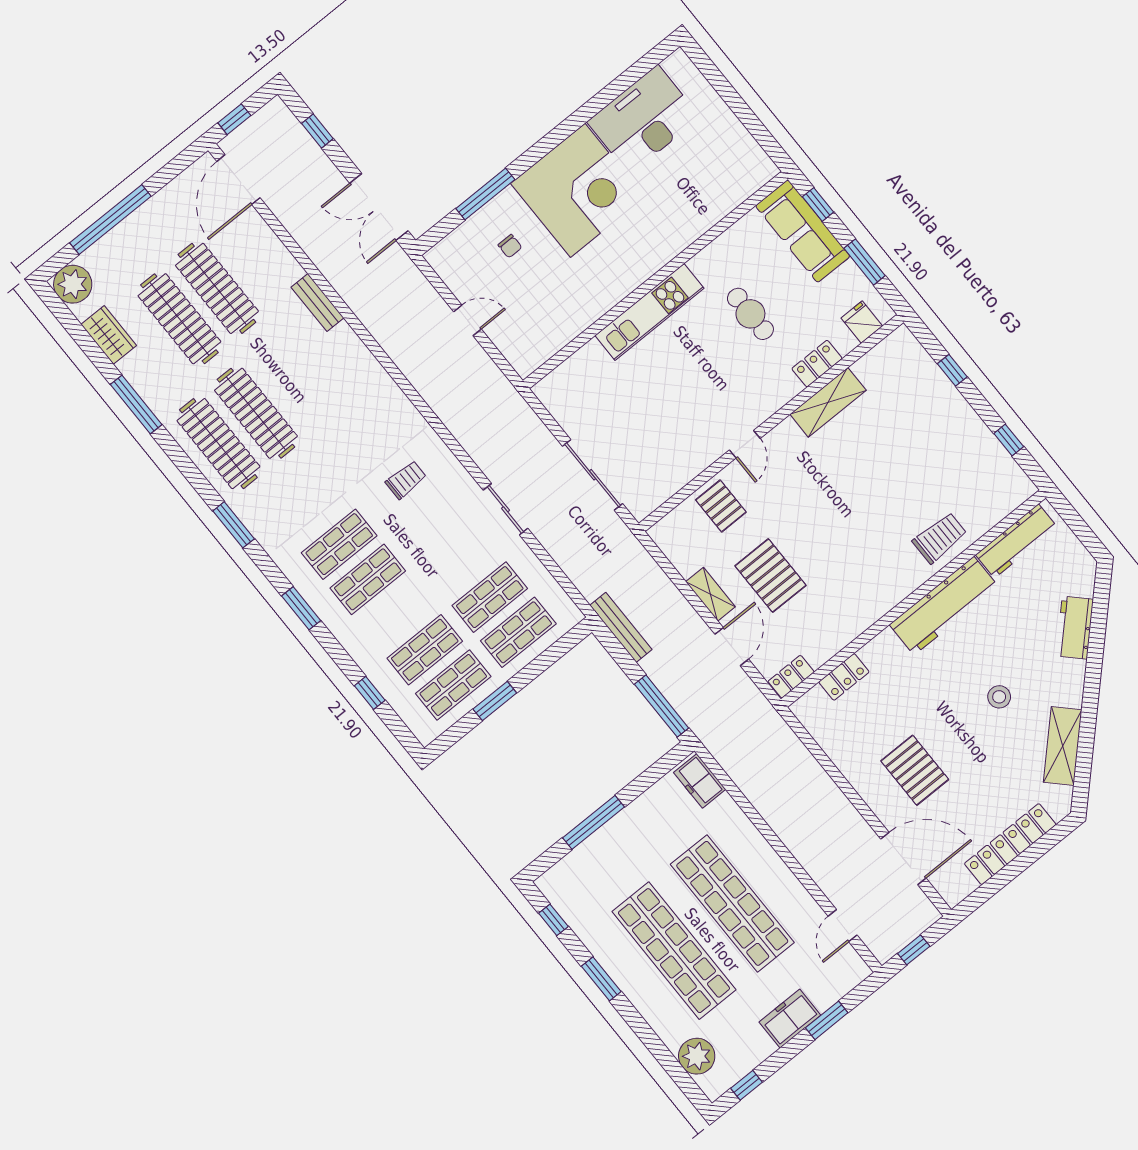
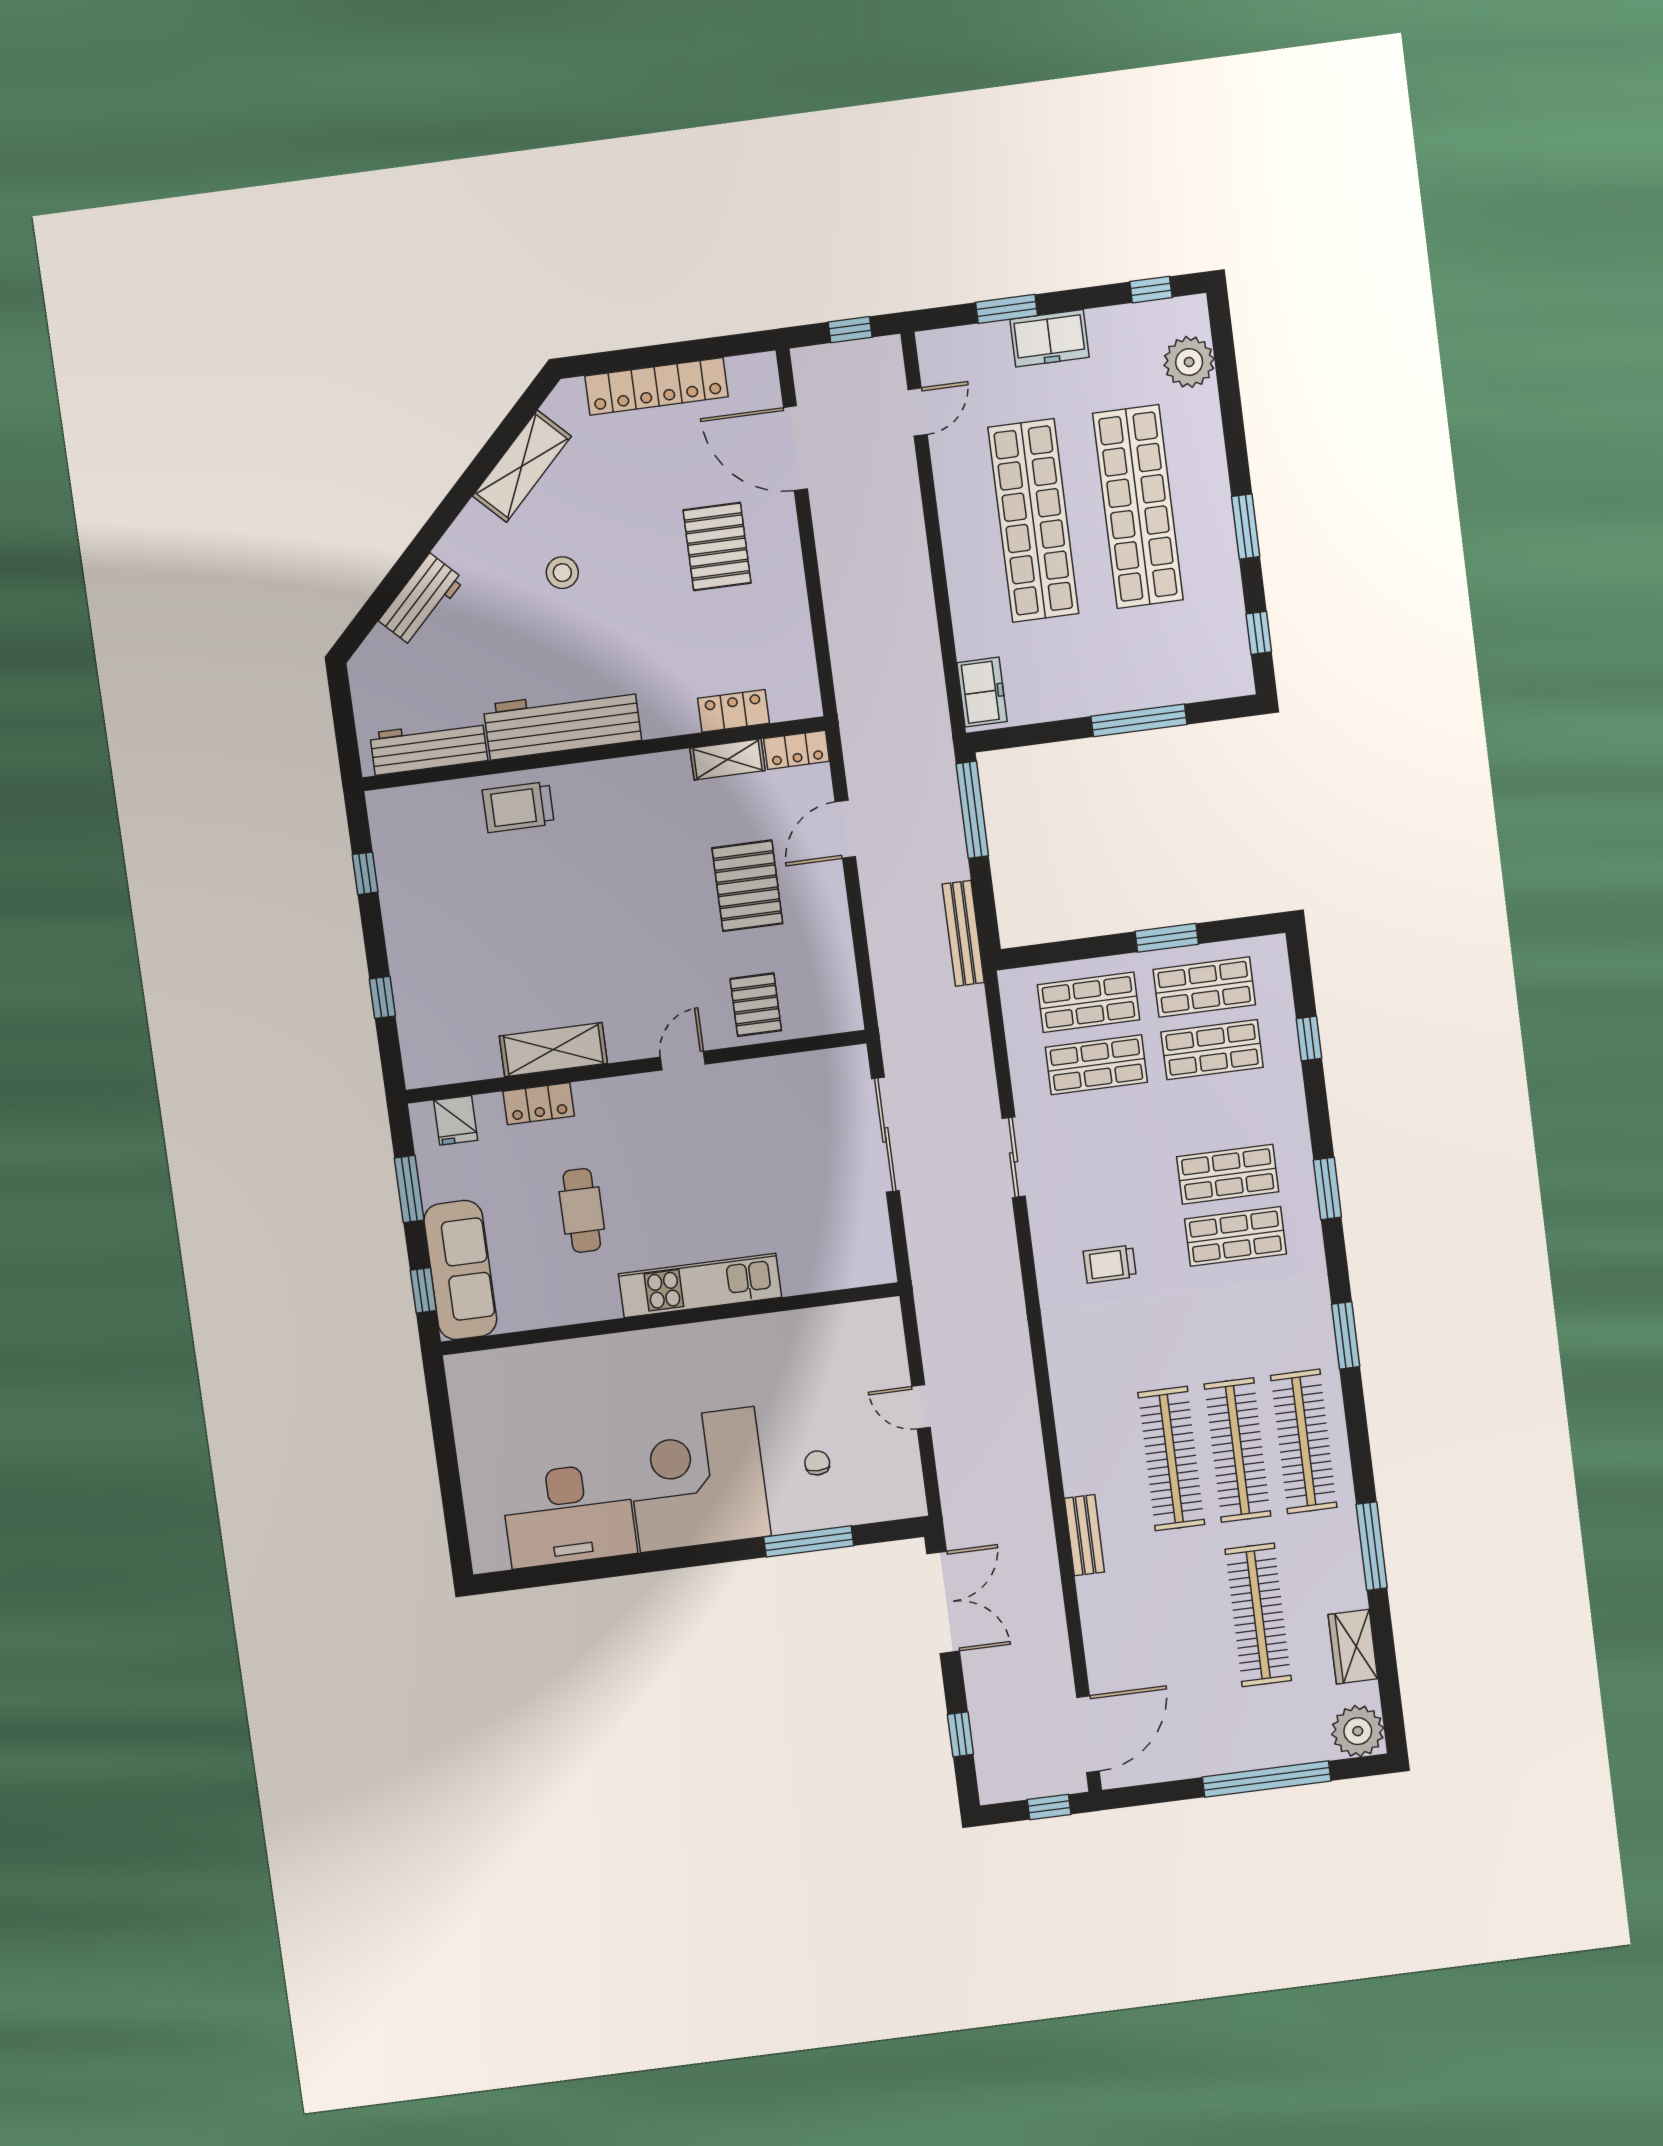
clothes rail: (217, 288) -> (1171, 1459), moved
shelving: (710, 594) -> (728, 759), moved, turned 90

